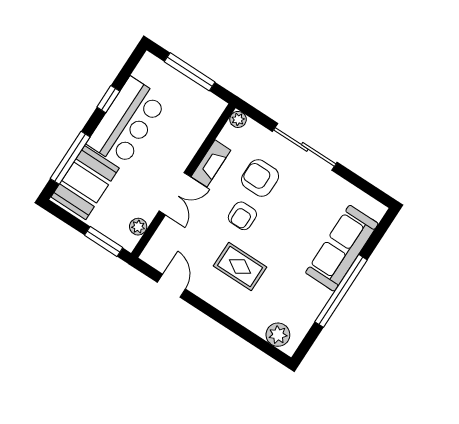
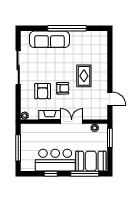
sliding door: (305, 147) -> (18, 67), moved
door: (171, 286) -> (110, 99), swing flipped
plant: (278, 335) -> (102, 42), removed

